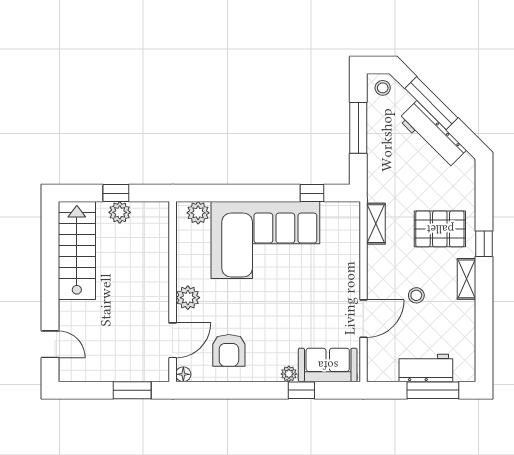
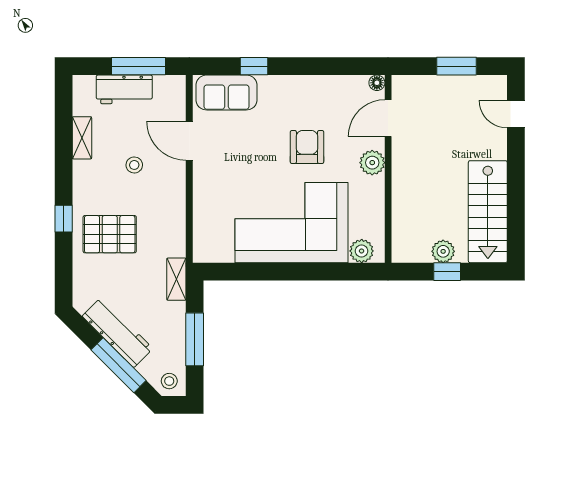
window: (312, 193) -> (243, 272), removed
shelving: (376, 224) -> (176, 279), moved
shelving: (466, 279) -> (82, 138), moved
door: (363, 319) -> (189, 141), hinge flipped
armchair: (229, 350) -> (307, 147), moved
plant: (289, 374) -> (267, 83), removed
window: (132, 390) -> (456, 66), moved
window: (433, 390) -> (138, 66), moved

